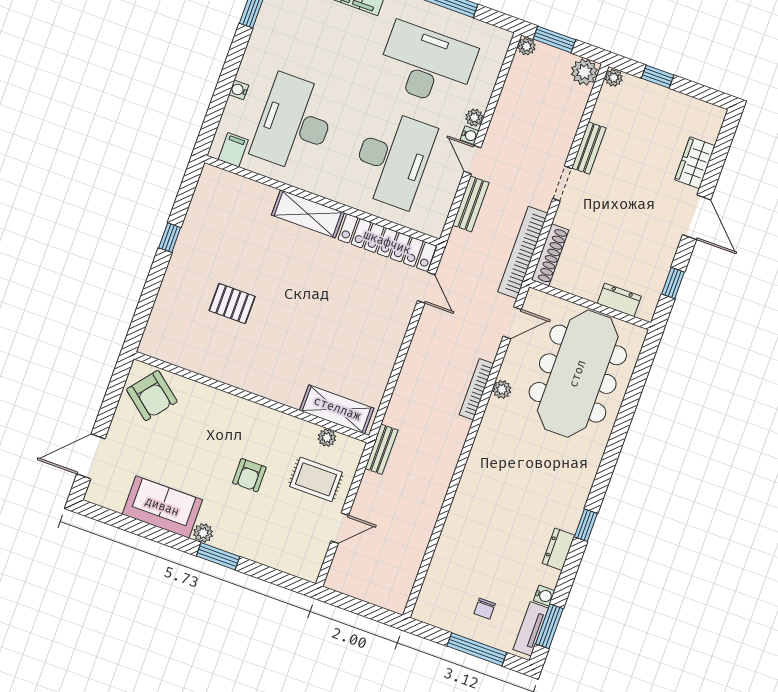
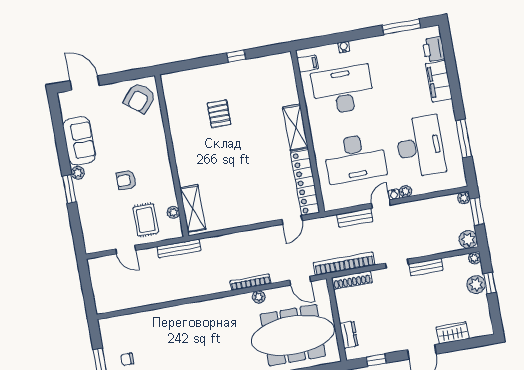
plant: (649, 95) -> (476, 285), added
bench: (381, 449) -> (179, 249), width x1.36

